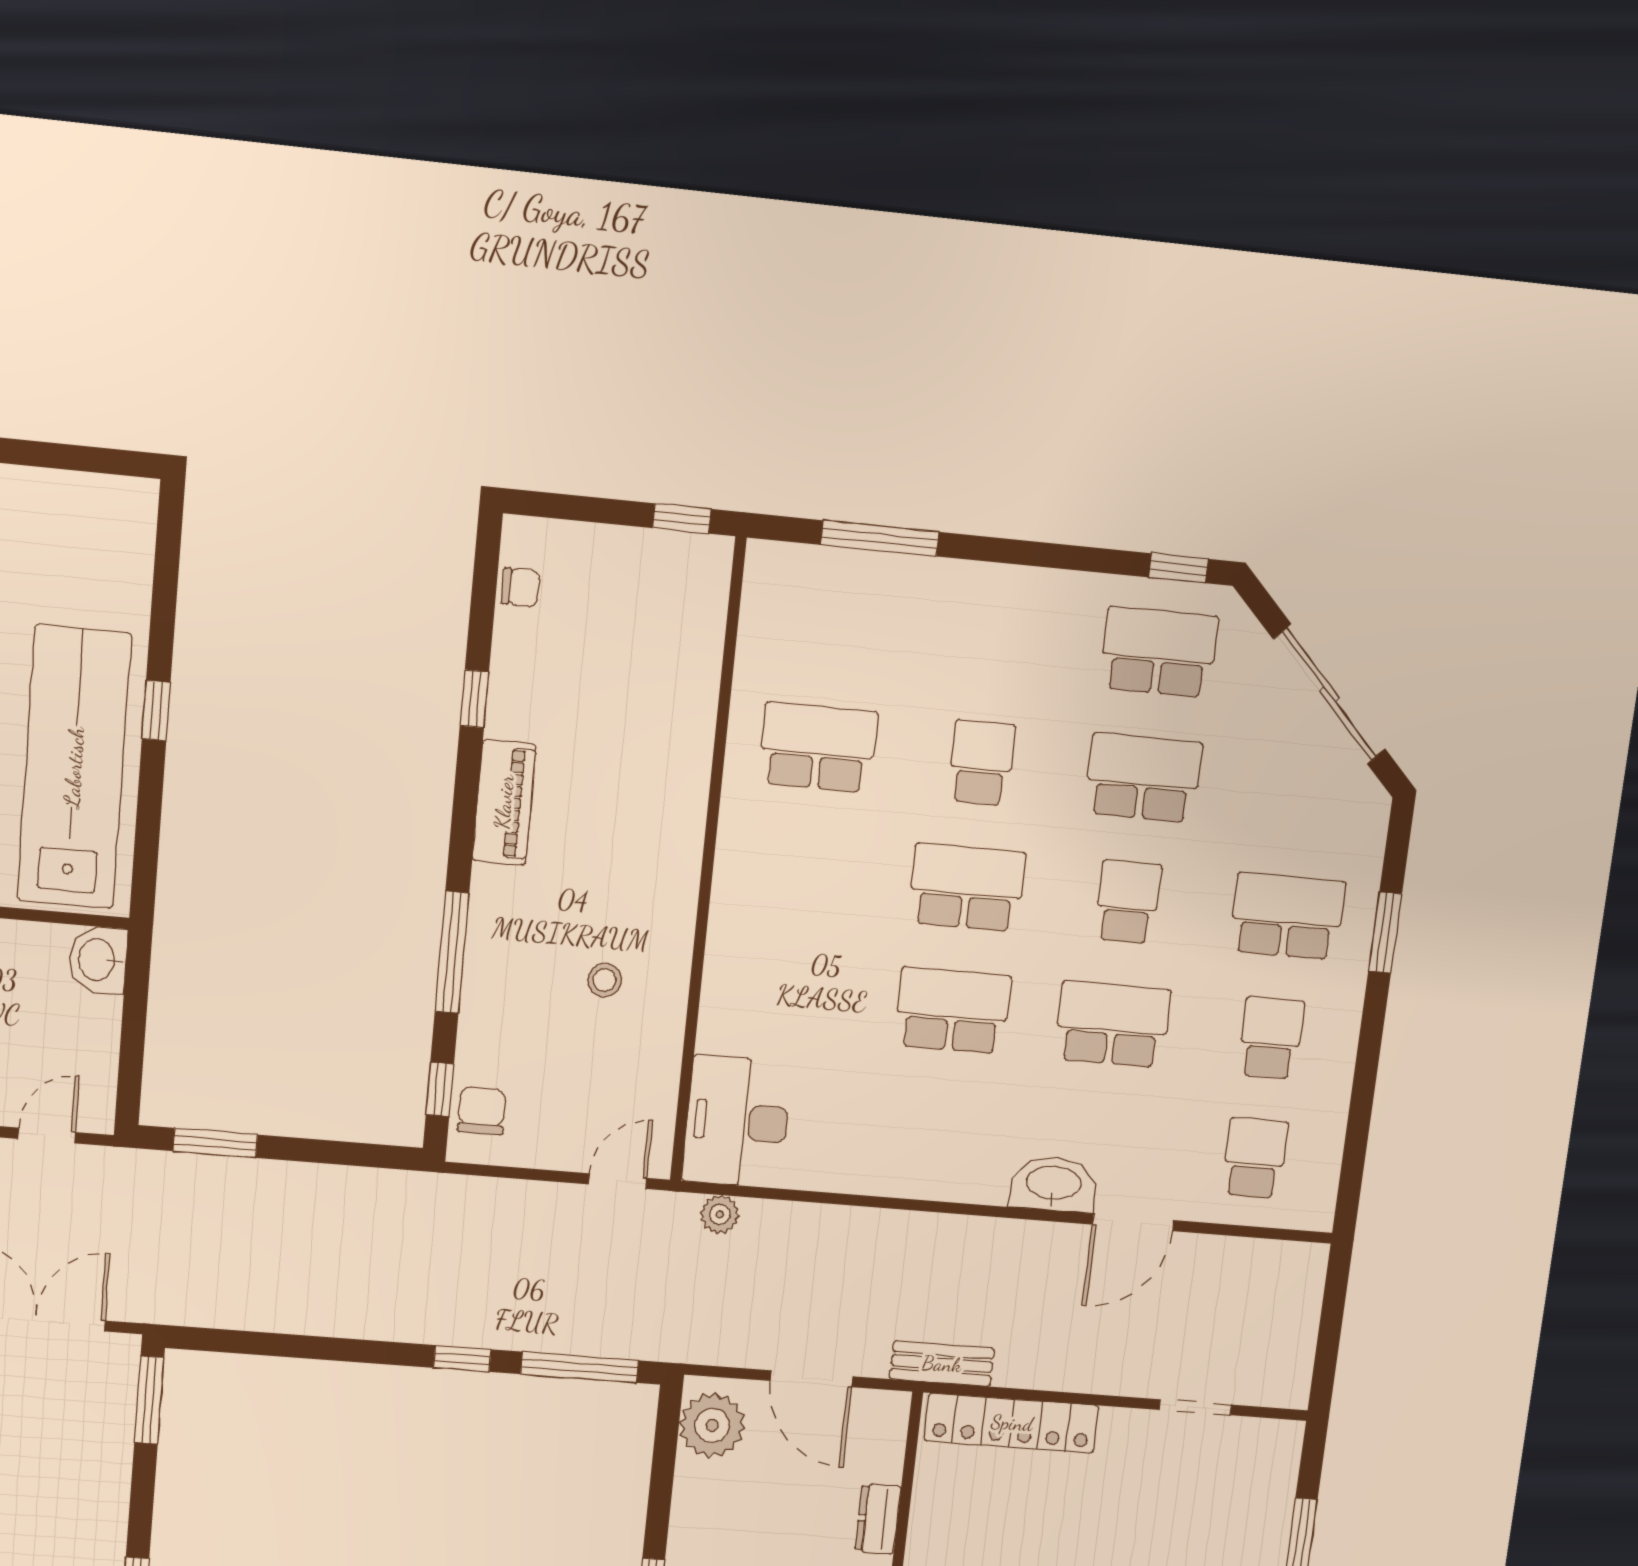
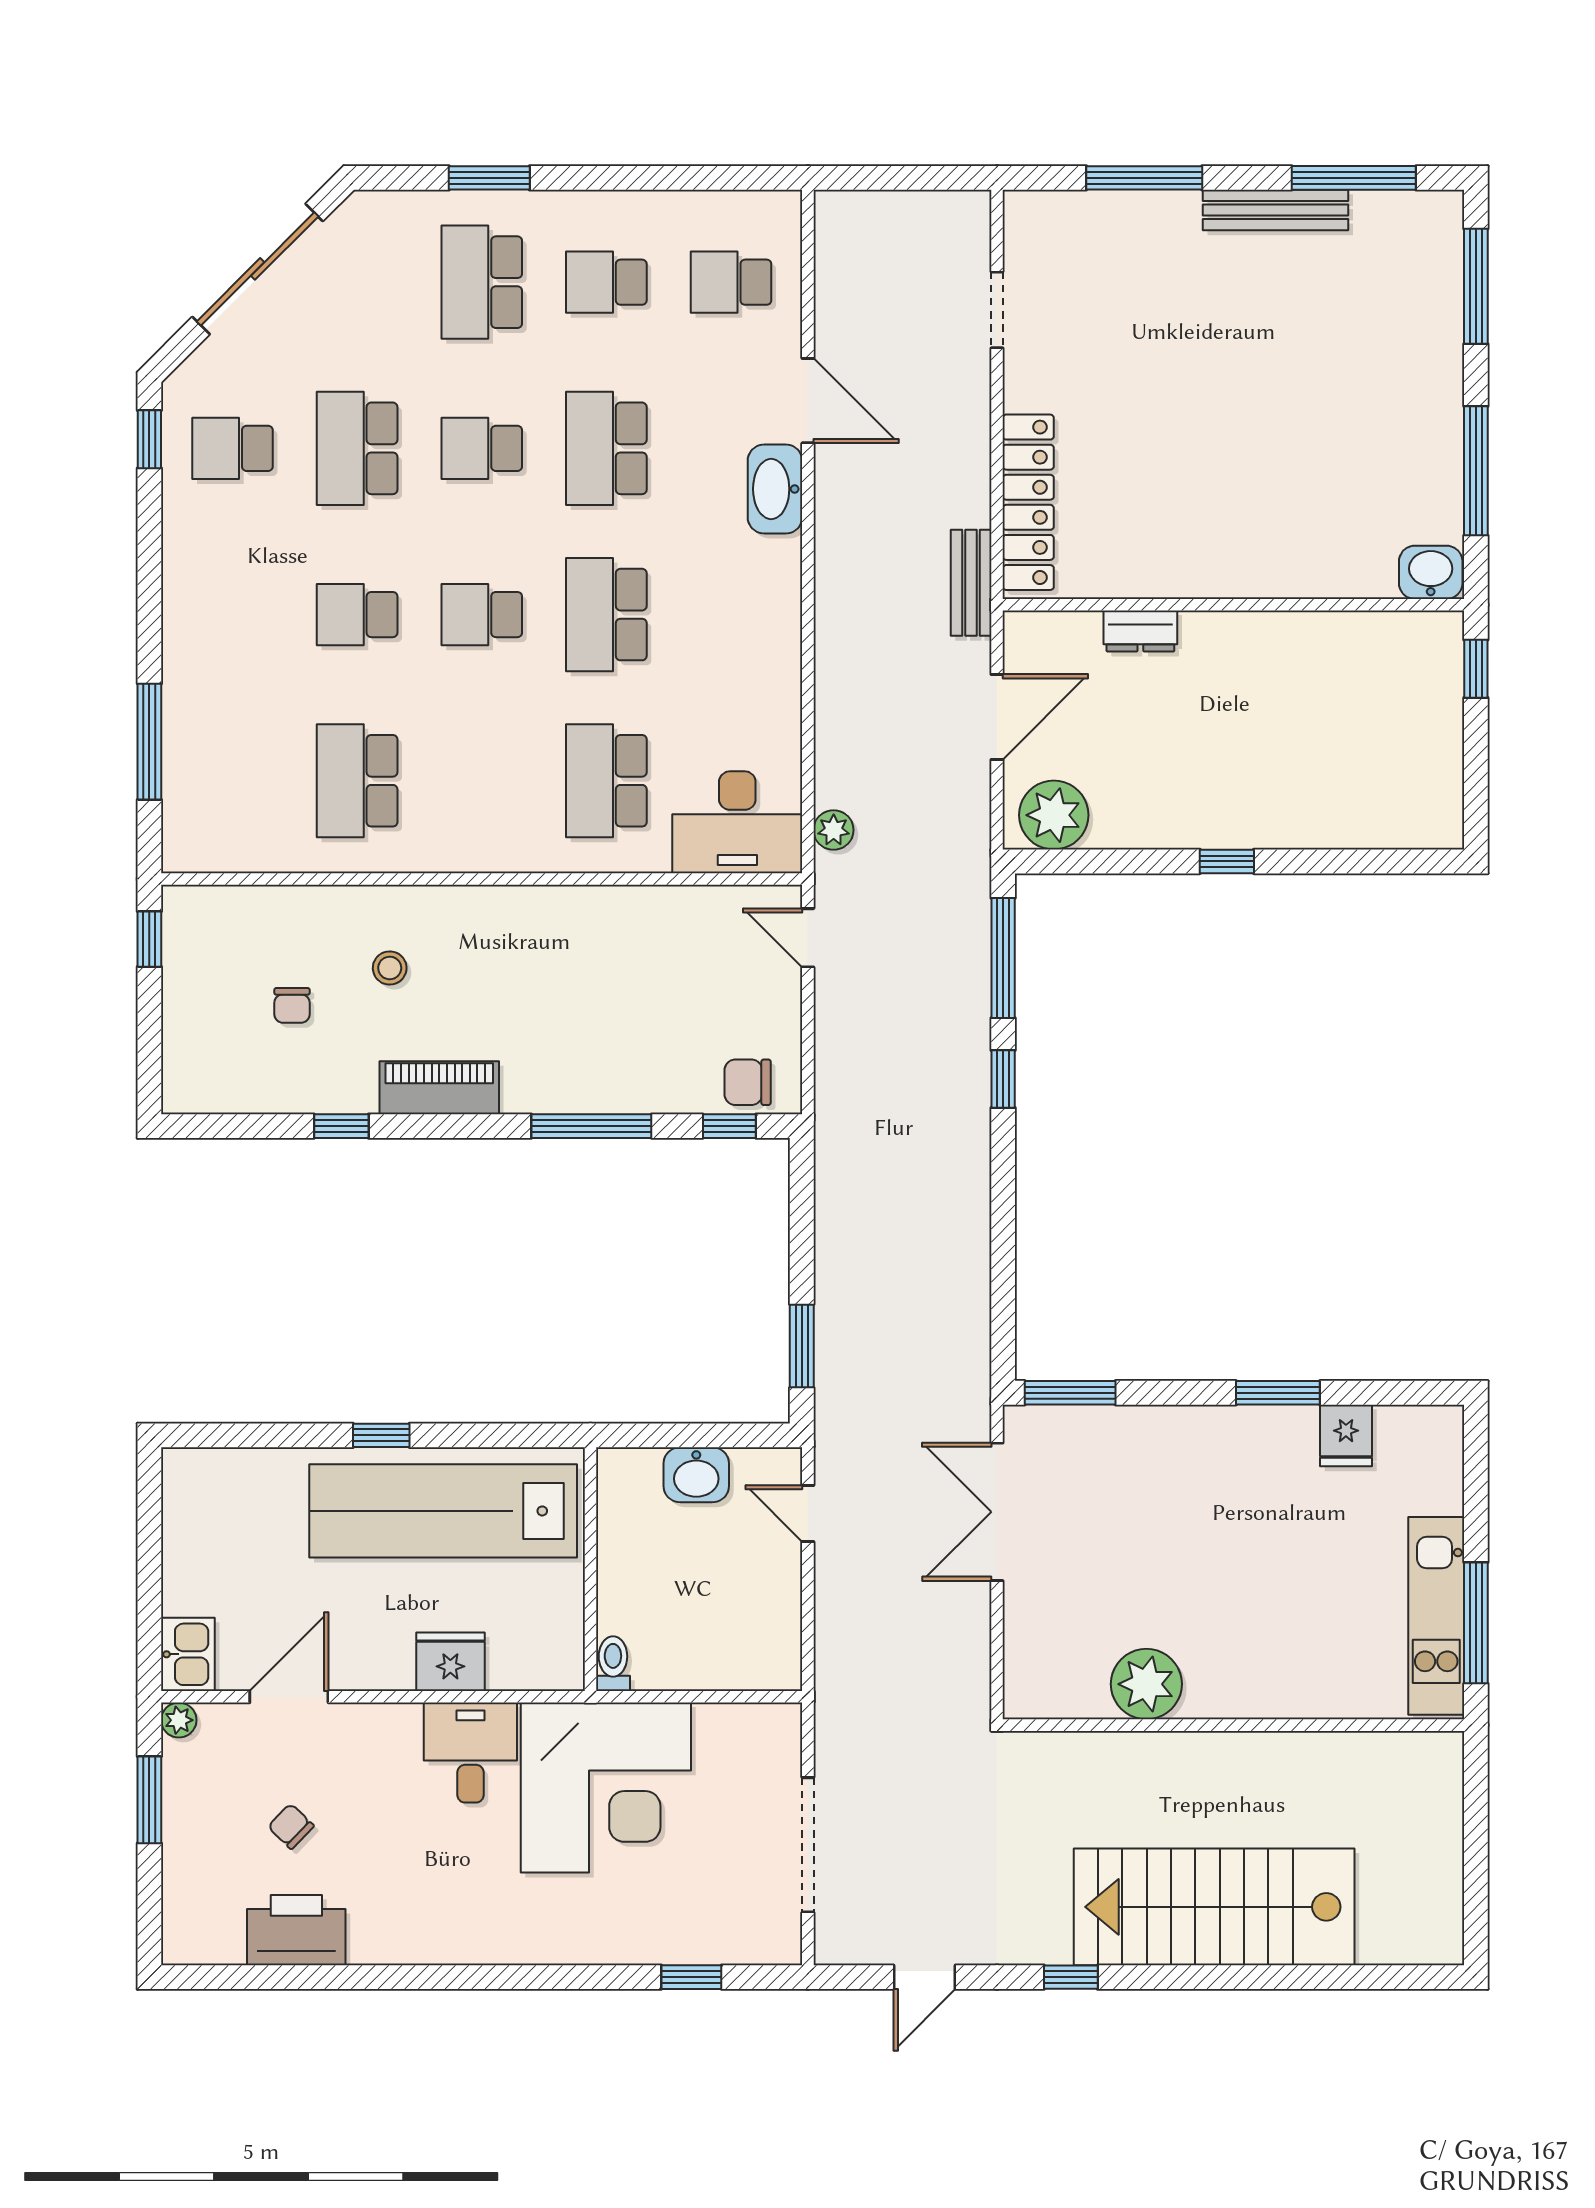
chair: (521, 587) -> (292, 1005), moved, turned 180
school desk: (1159, 652) -> (232, 448), width x0.54
school desk: (967, 887) -> (482, 615), width x0.54
washbasin: (98, 960) -> (696, 1475), moved
stool: (605, 980) -> (390, 968), moved
school desk: (791, 997) -> (606, 781), added

